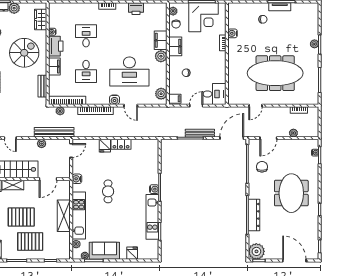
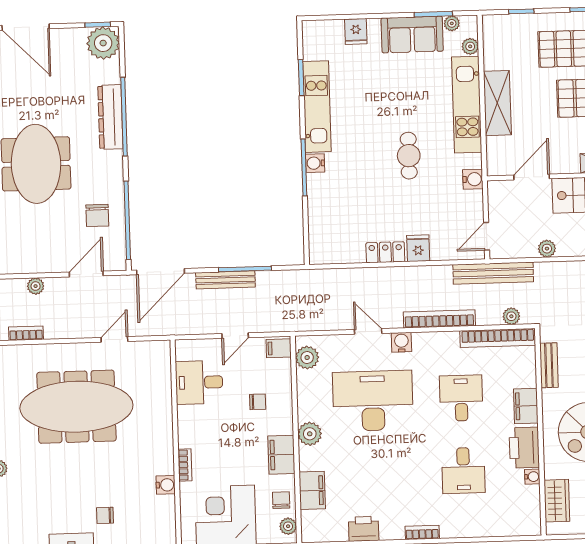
filing cabinet: (161, 40) -> (312, 490), moved
desk: (215, 94) -> (199, 382), moved
bench: (54, 132) -> (493, 273), moved

